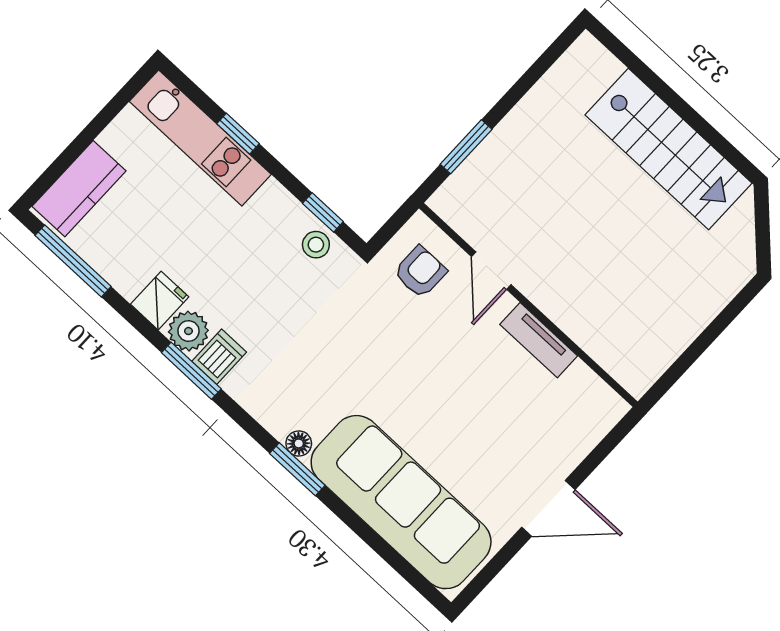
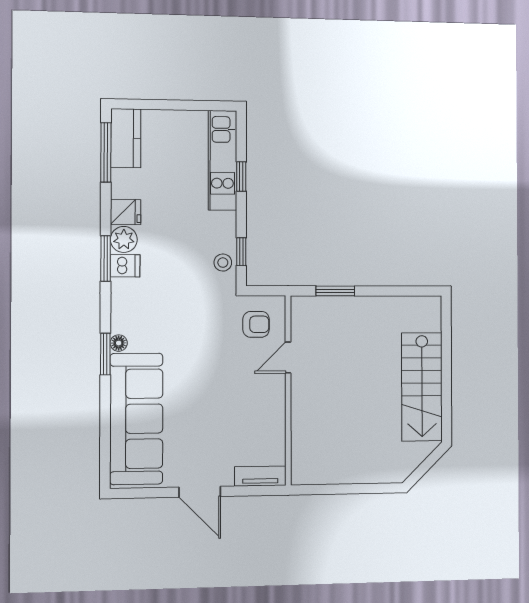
kitchen counter: (79, 189) -> (126, 138), moved, turned -90
tv unit: (539, 340) -> (260, 476), moved, turned 90

